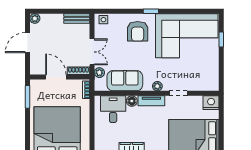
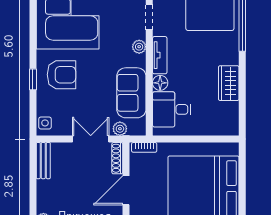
window: (151, 11) -> (33, 79), moved

